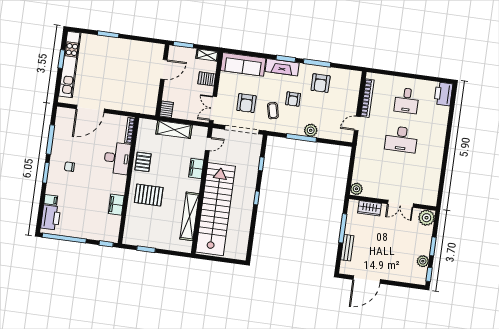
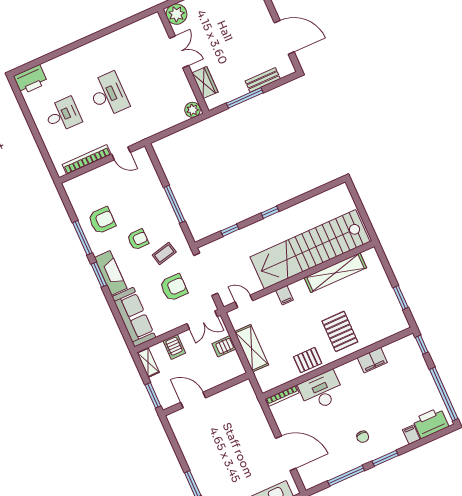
server rack: (166, 109) -> (224, 346), moved
plant: (311, 130) -> (160, 199), removed
filing cabinet: (196, 169) -> (285, 295), width x0.50

